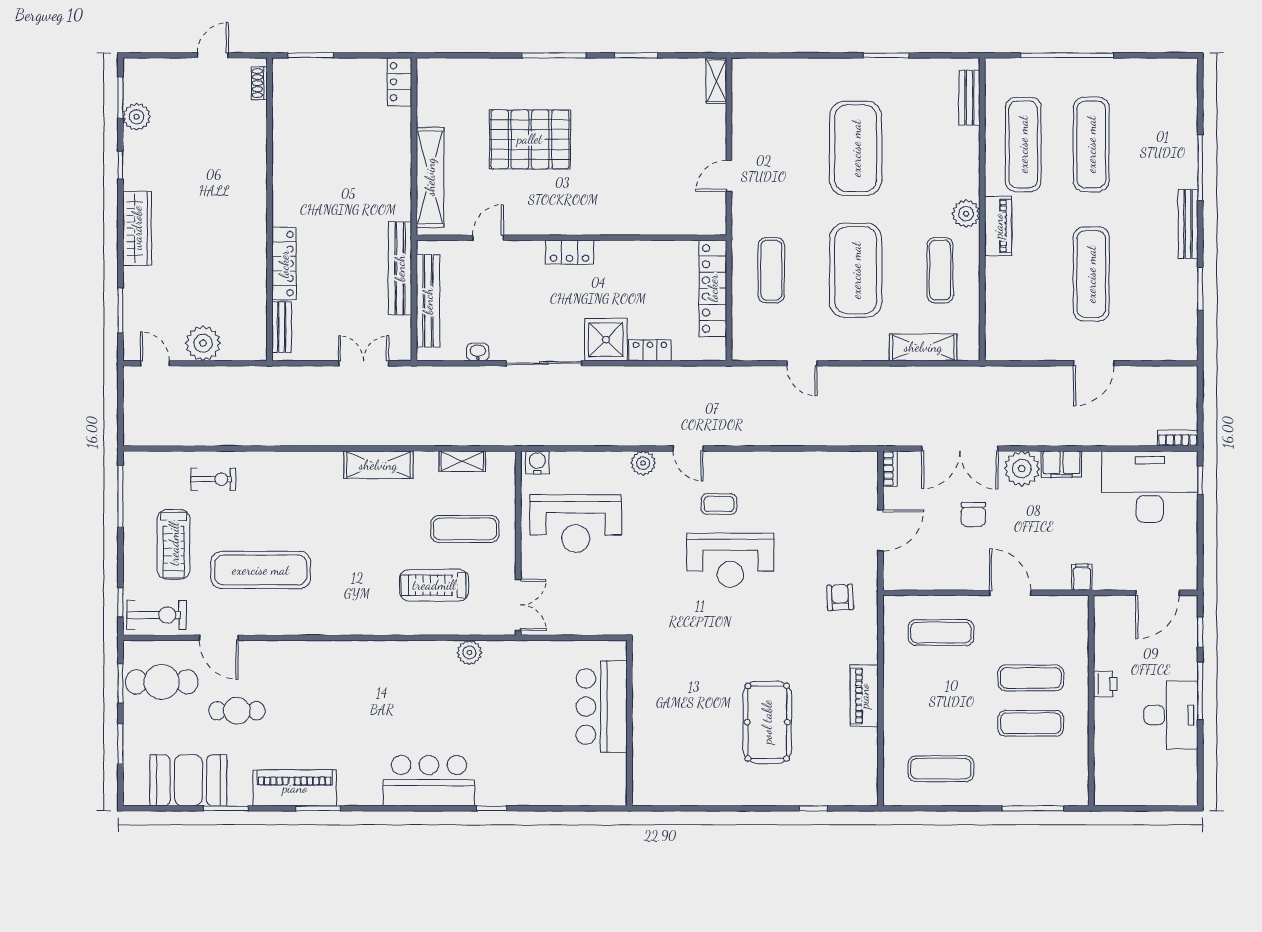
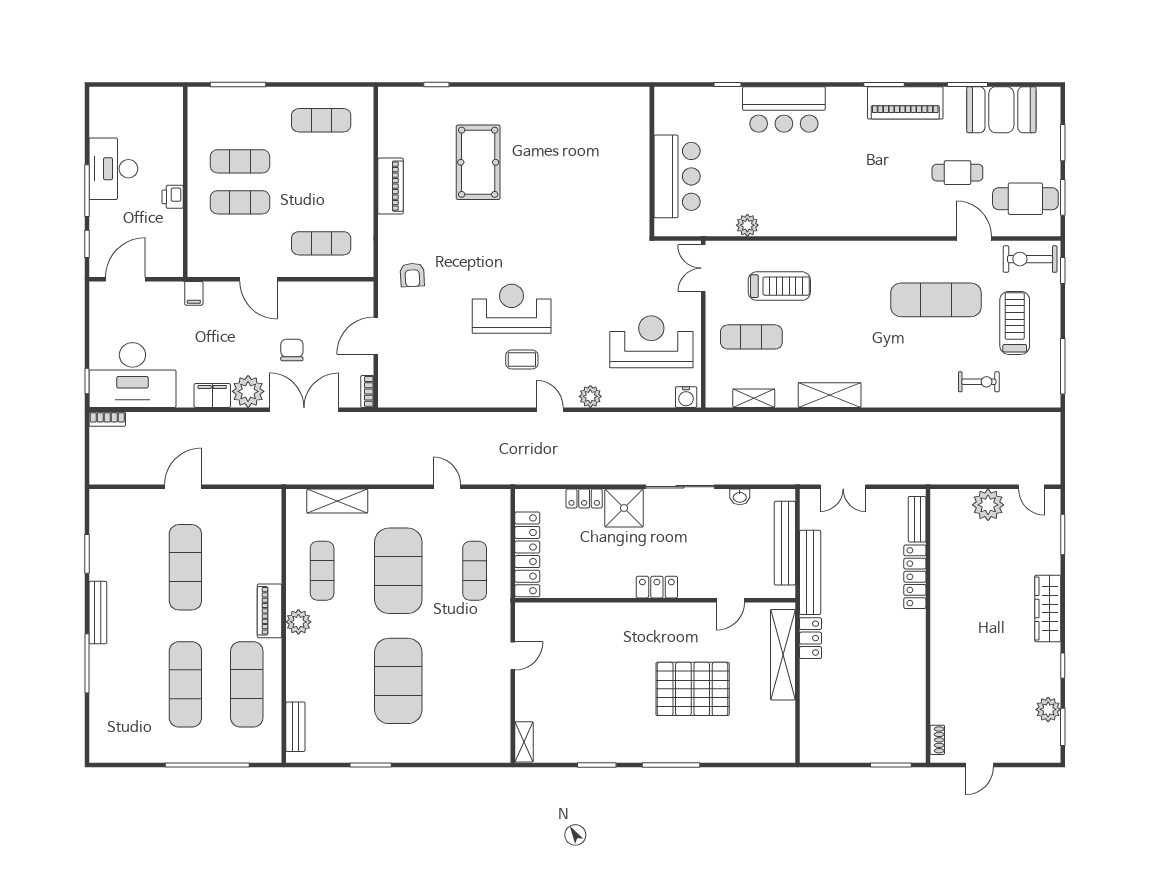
locker: (400, 82) -> (811, 638), moved
exercise bike: (213, 479) -> (979, 382), turned 180
bar counter: (602, 707) -> (677, 176), moved
wall: (629, 723) -> (652, 161), moved

